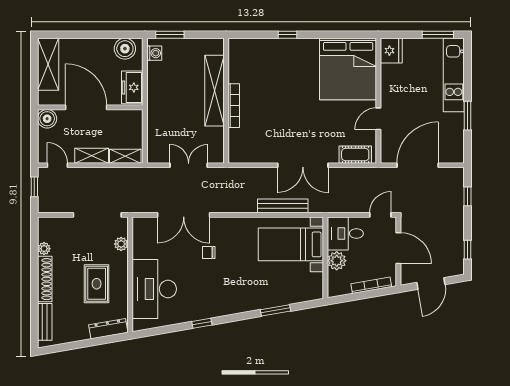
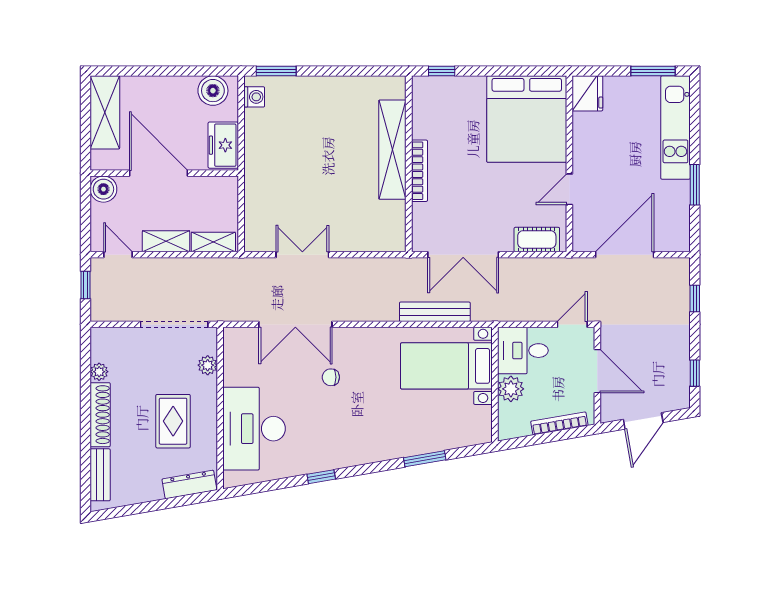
shelving: (214, 91) -> (392, 150), moved
wall: (226, 101) -> (409, 164), moved
bookcase: (234, 106) -> (419, 171), moved

